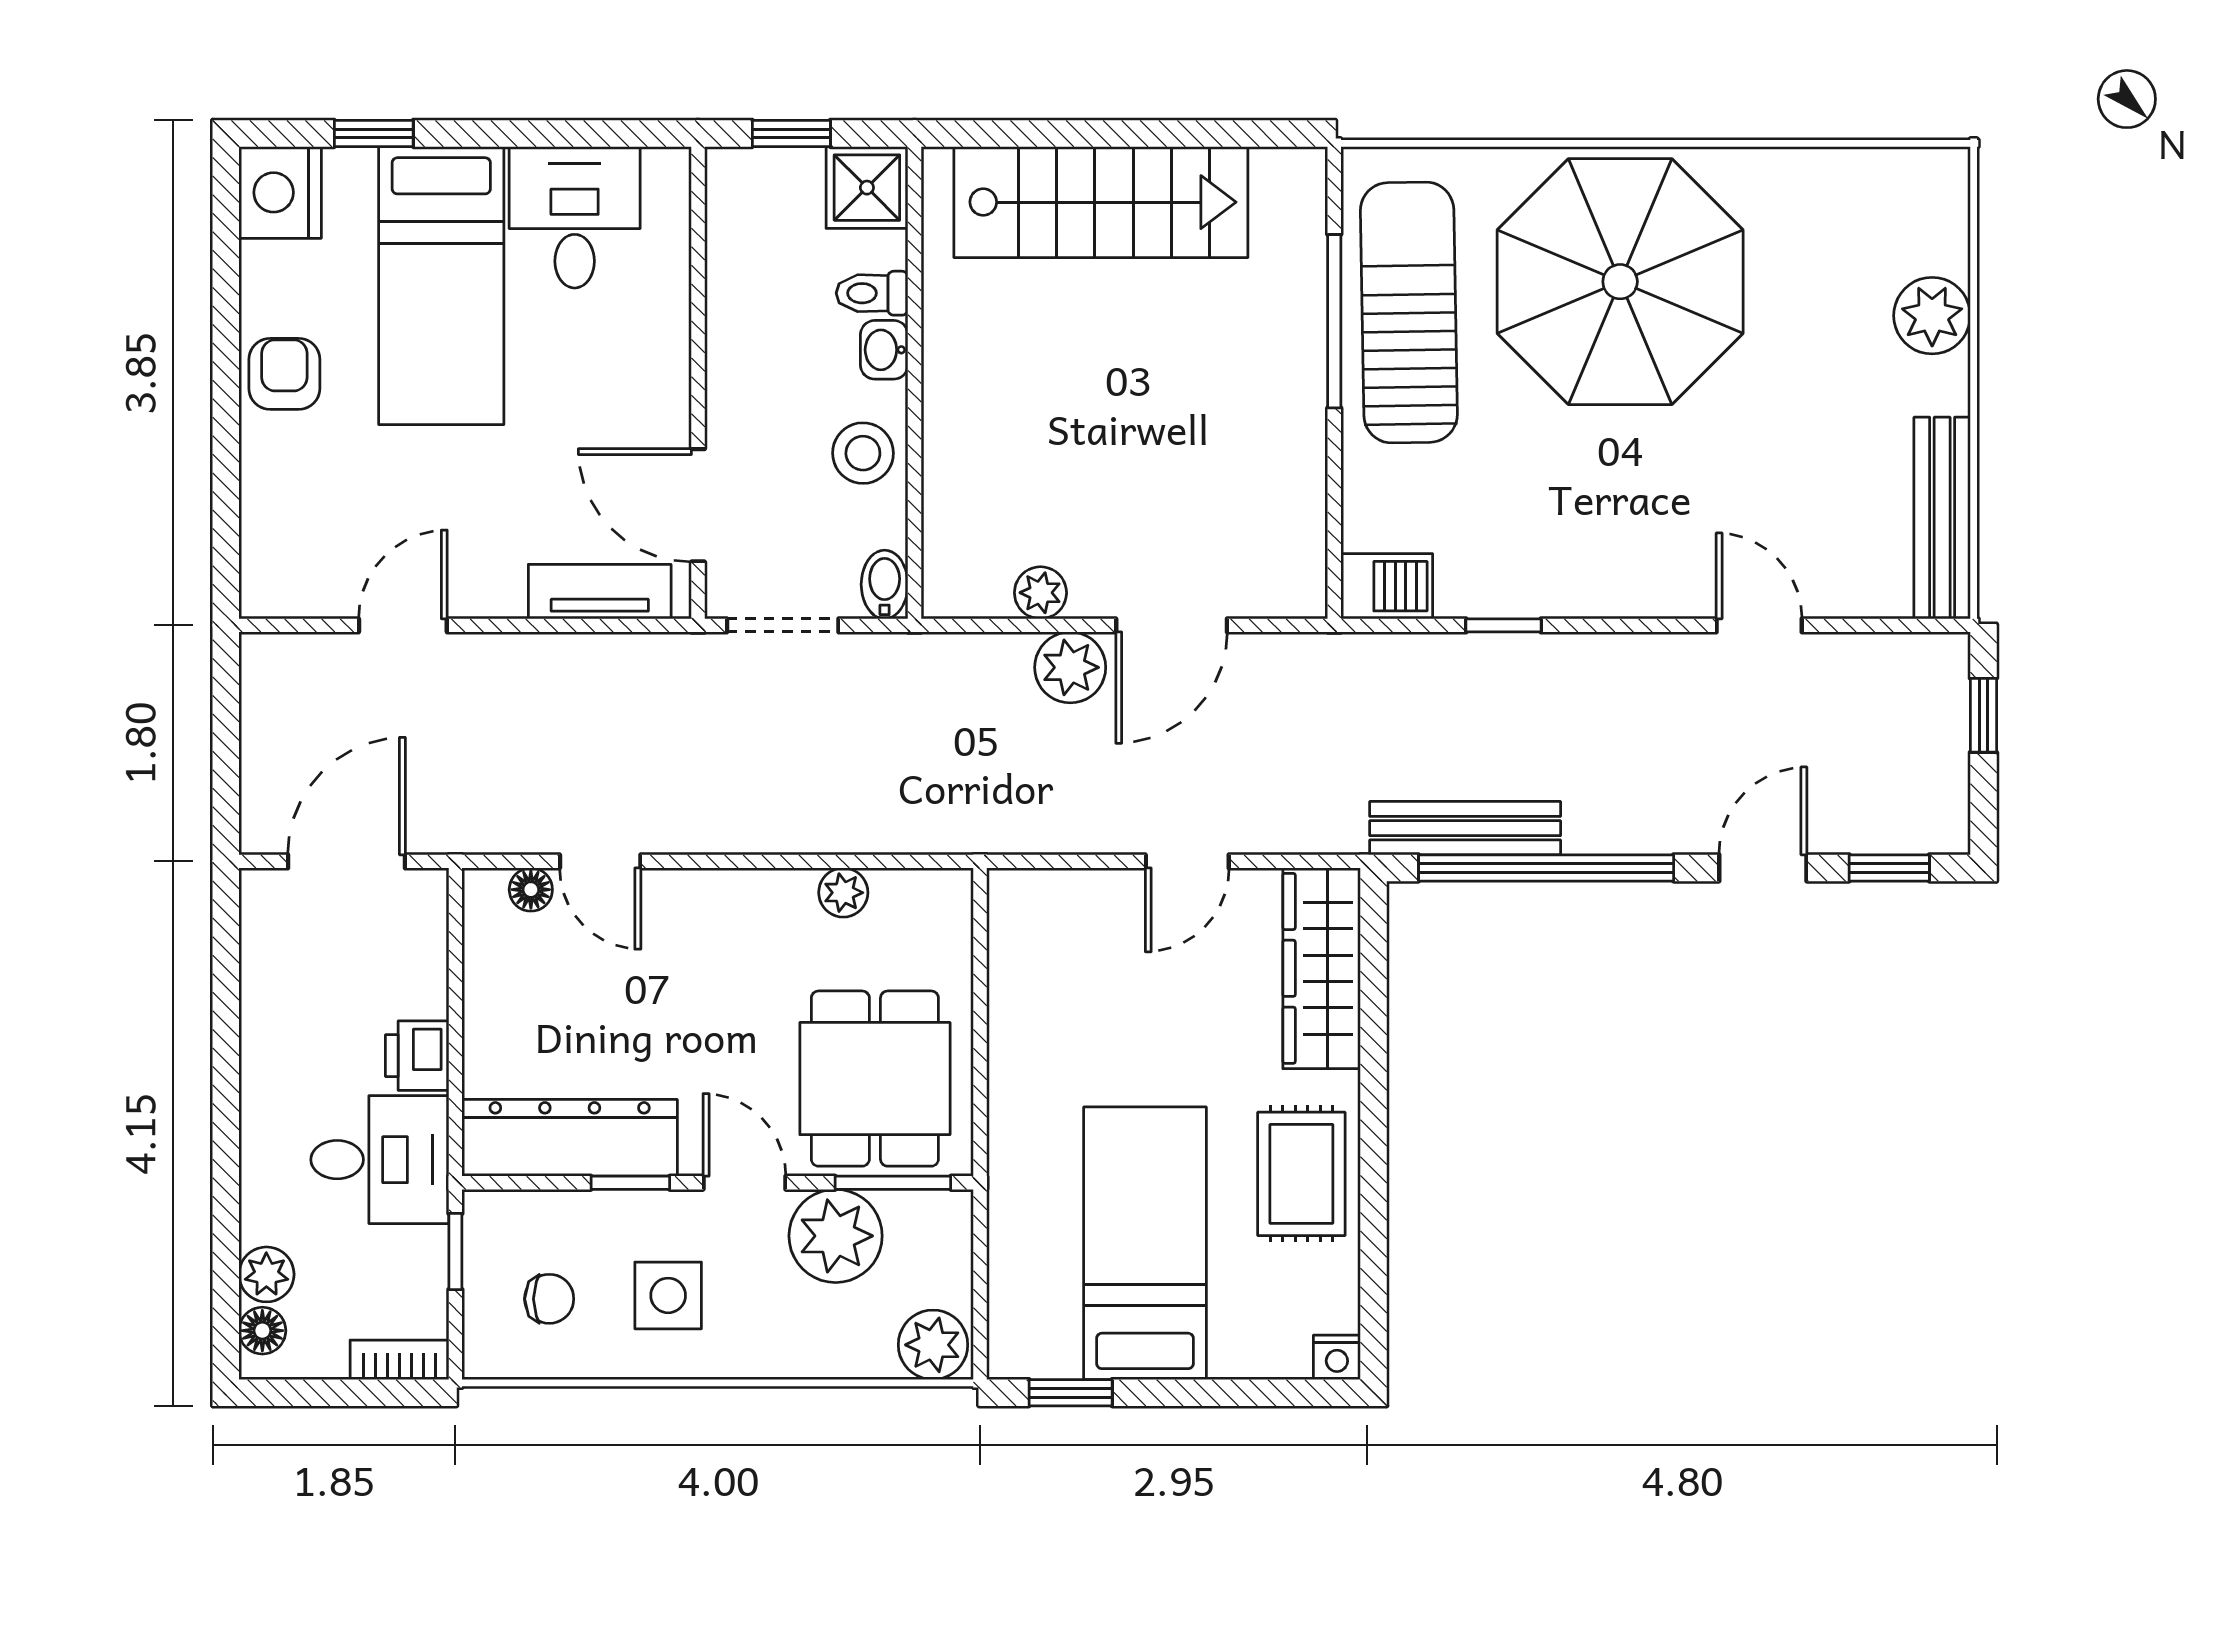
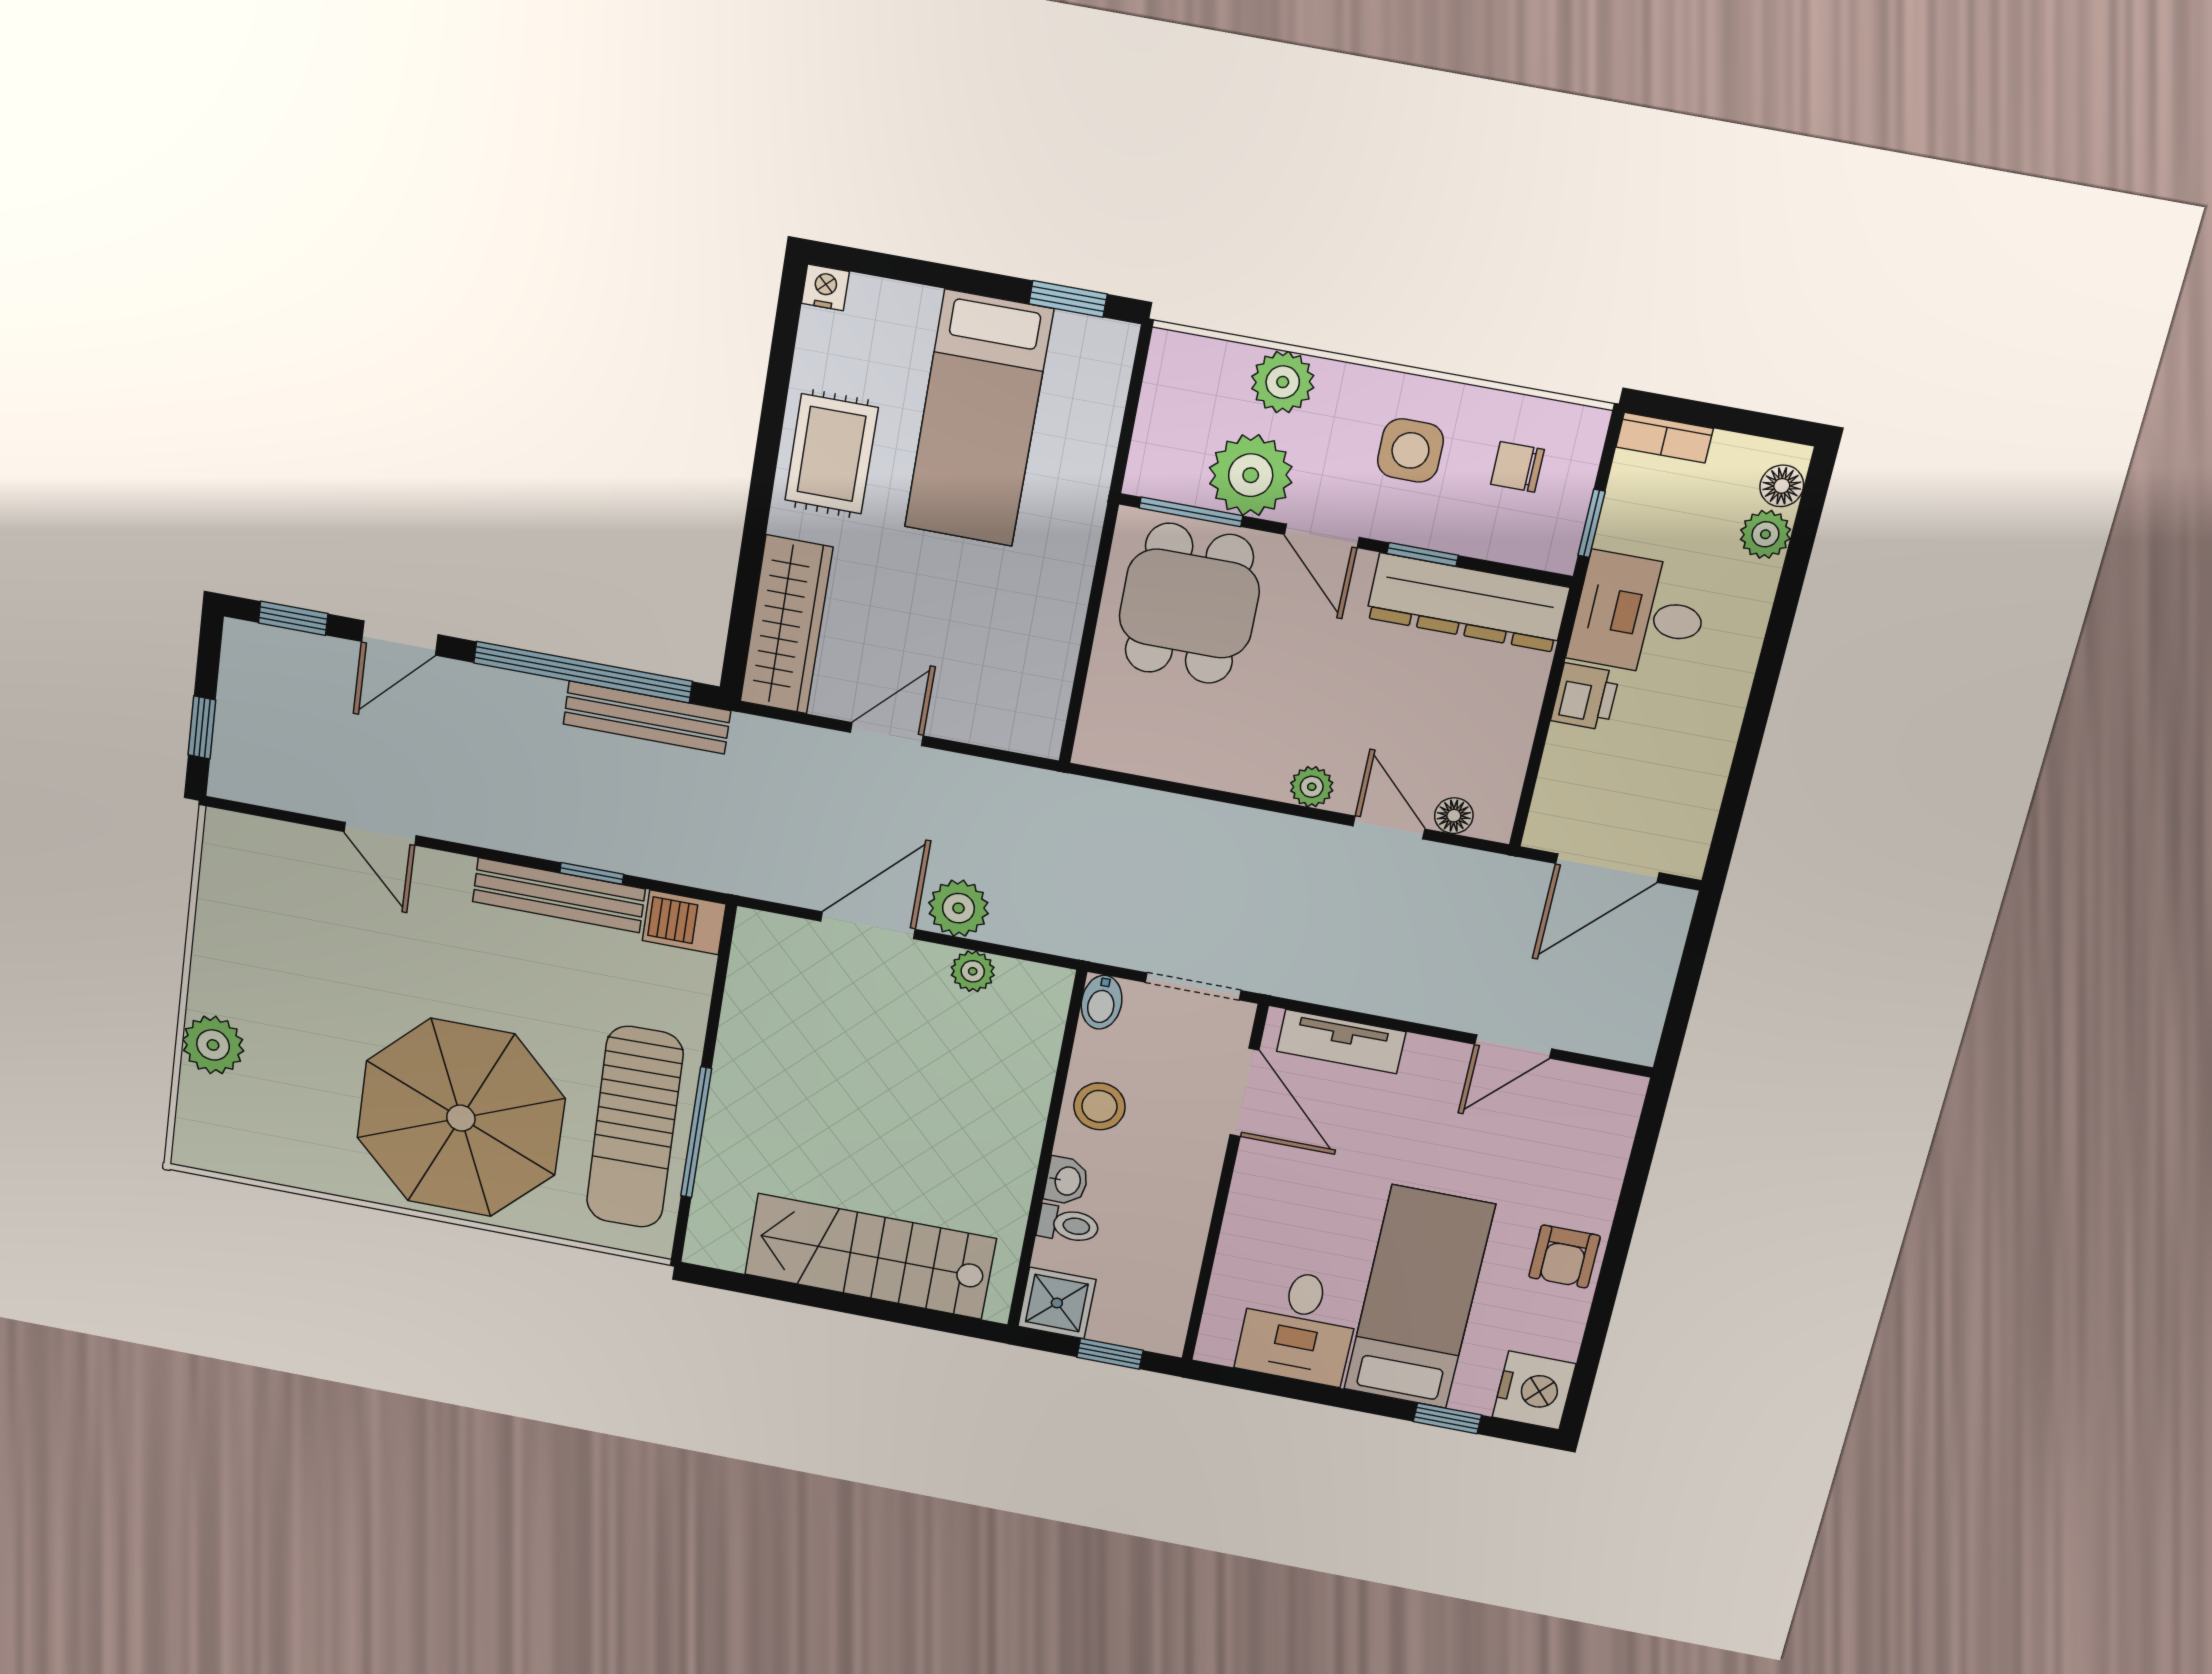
bench: (1942, 518) -> (559, 895), moved, turned 90
plant: (843, 893) -> (1312, 787), moved
plant: (933, 1345) -> (1283, 382), moved

